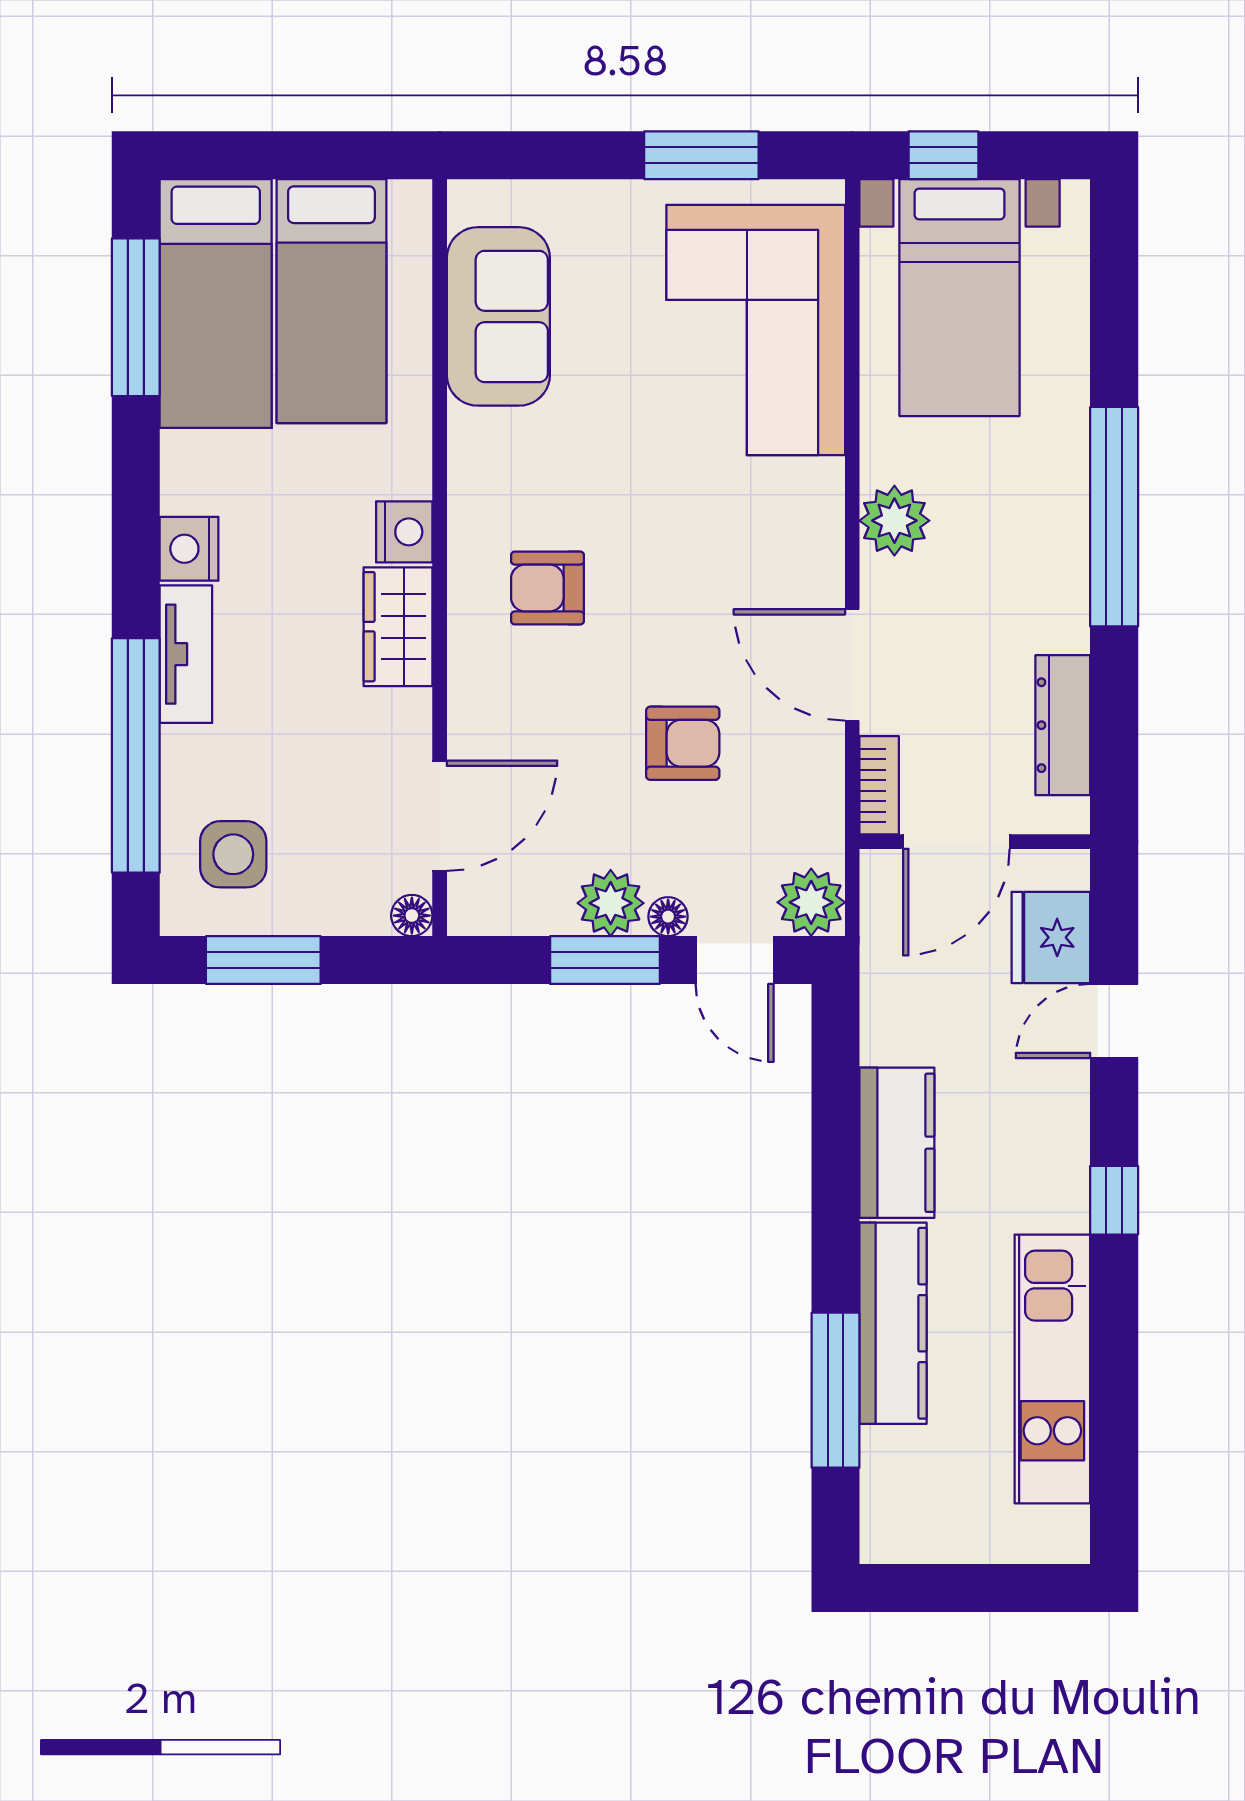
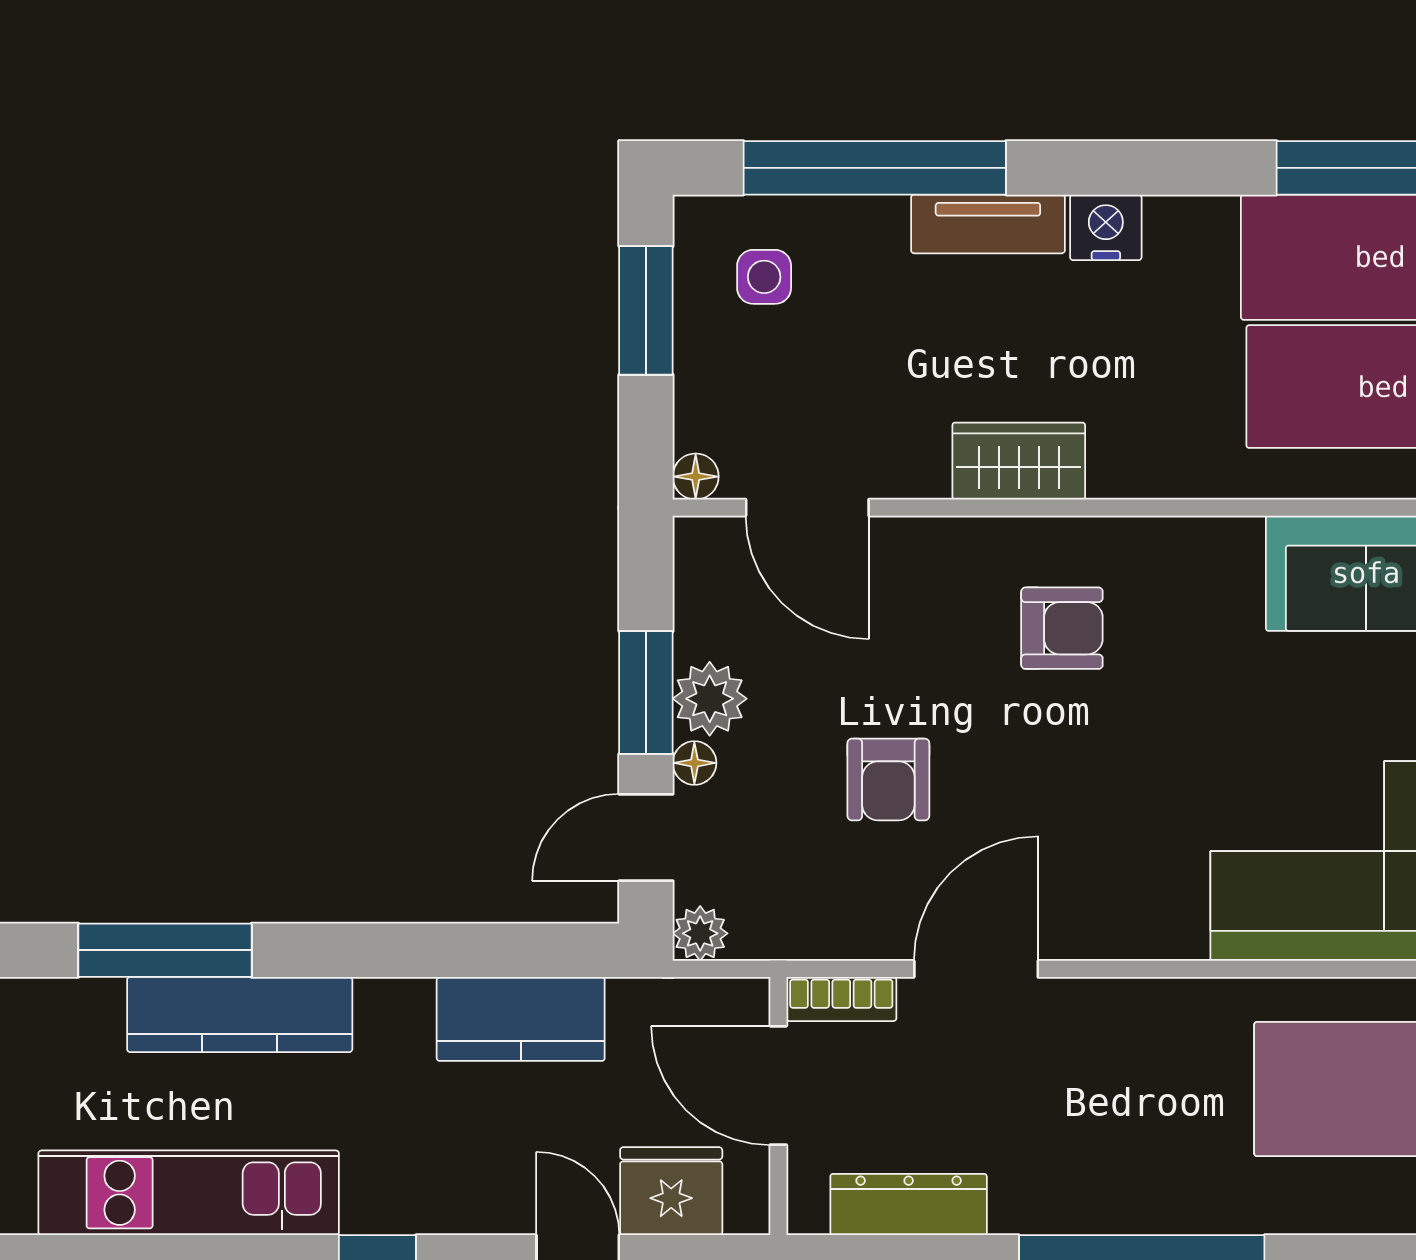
plant: (894, 521) -> (1137, 1016), removed
nightstand: (404, 532) -> (1125, 468), removed
armchair: (547, 588) -> (1062, 628), turned 90
side table: (233, 854) -> (764, 277), width x0.73, depth x0.73
plant: (811, 902) -> (700, 933), width x0.73, depth x0.73
kitchen counter: (897, 1143) -> (521, 1019), moved

